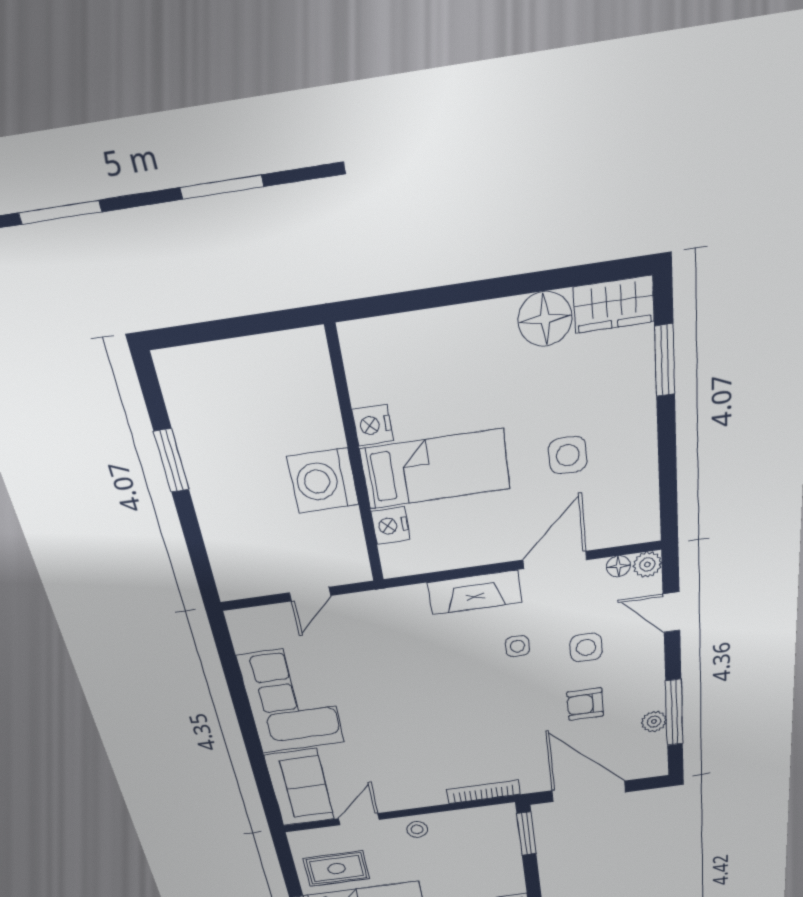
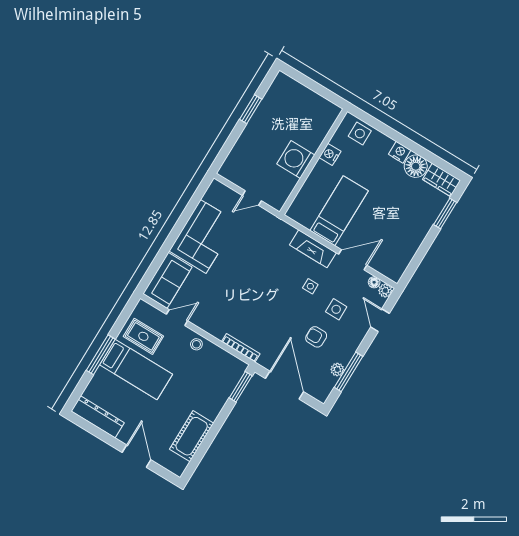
side table: (568, 455) -> (360, 134), moved
bed: (435, 469) -> (339, 211), moved, turned -90
nightstand: (390, 526) -> (400, 152), moved, turned 90

